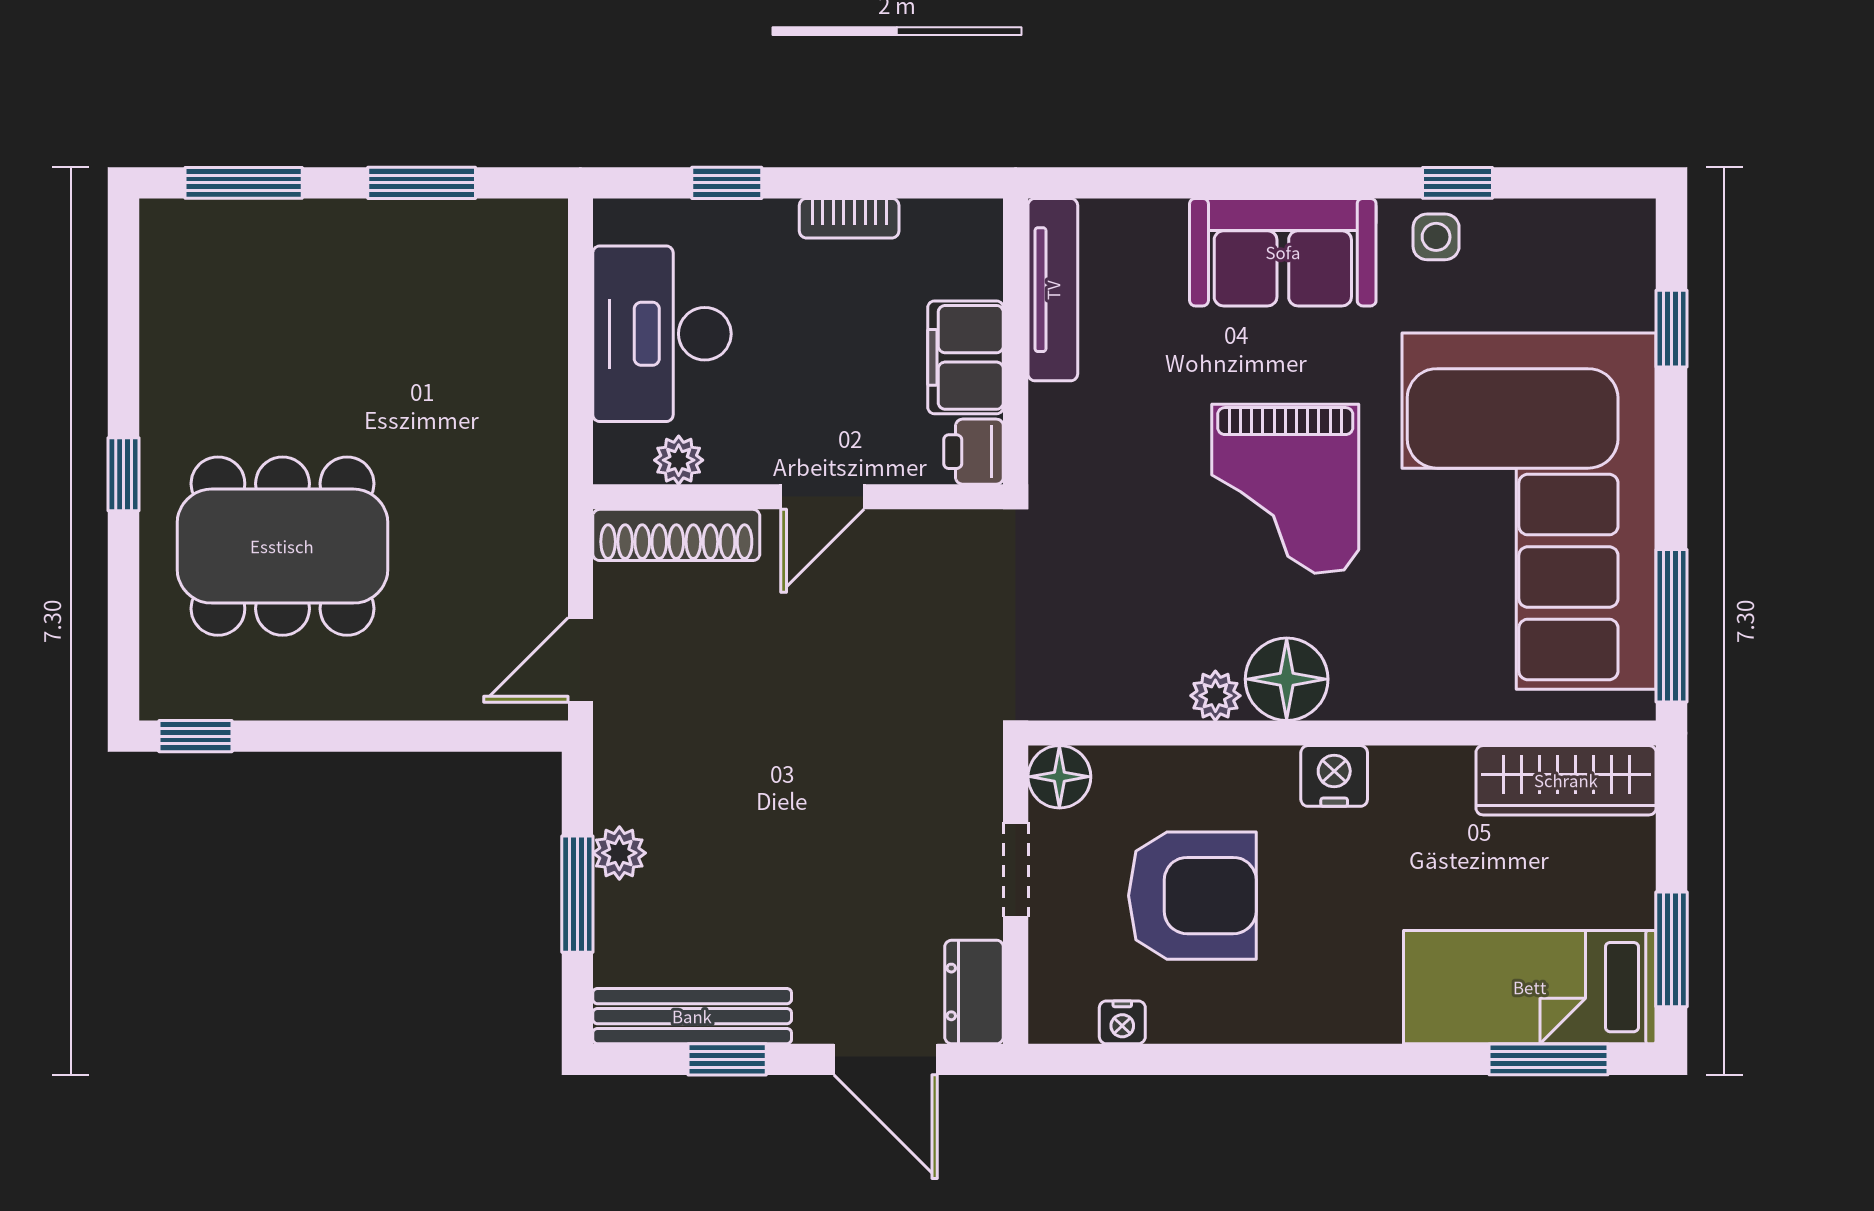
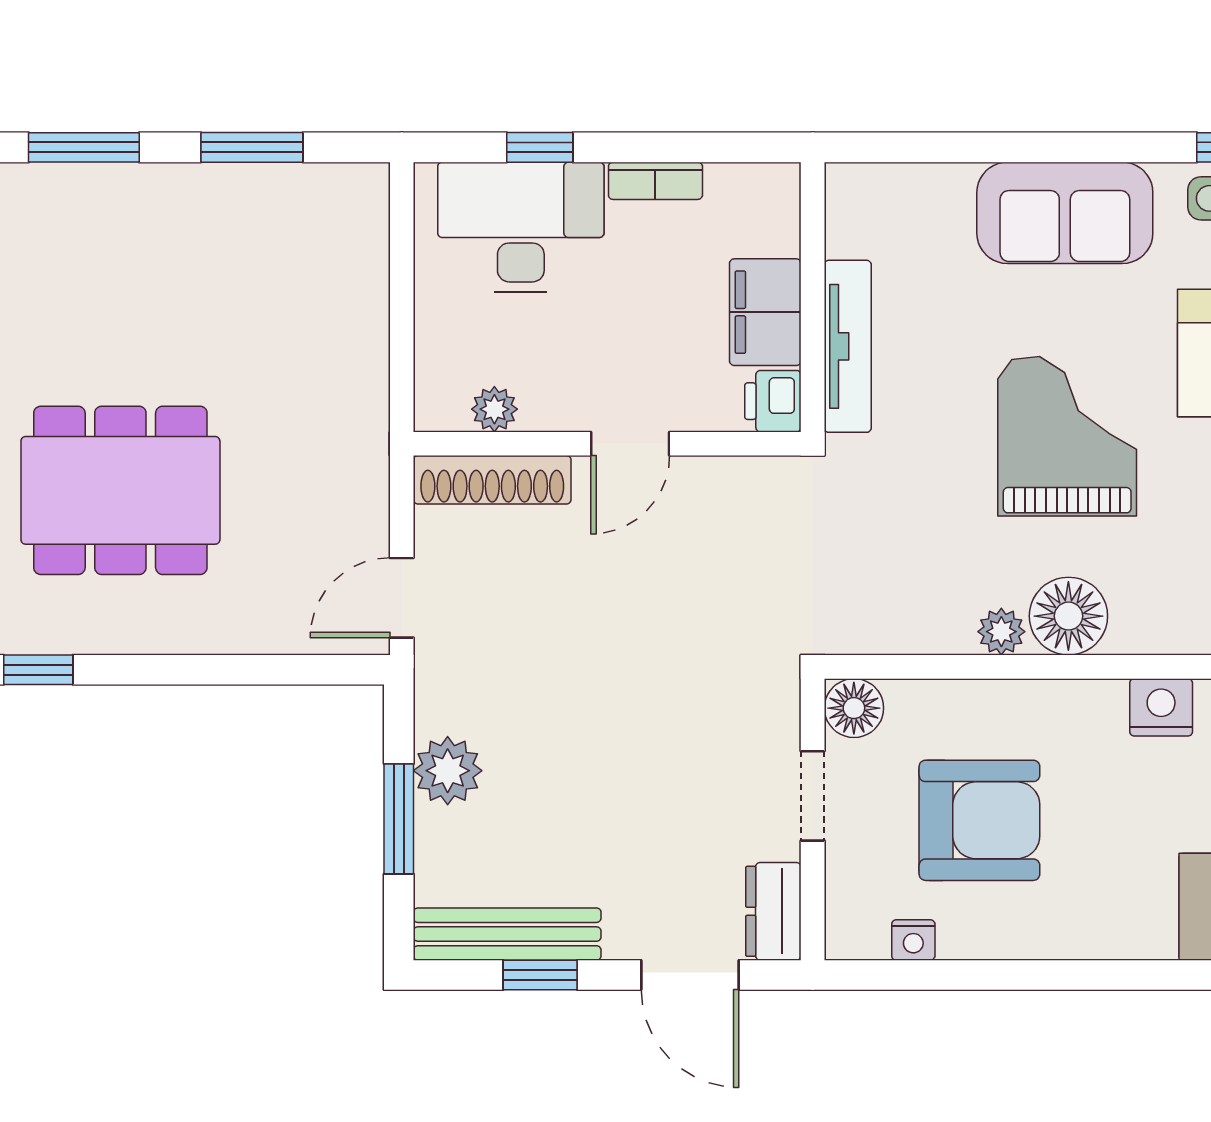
tv unit: (1053, 290) -> (848, 346), moved
desk: (662, 334) -> (521, 227), moved, turned 90
grand piano: (1285, 489) -> (1067, 436), turned 180
nightstand: (1334, 776) -> (1161, 707), moved
plant: (619, 853) -> (448, 771), width x1.38, depth x1.38

